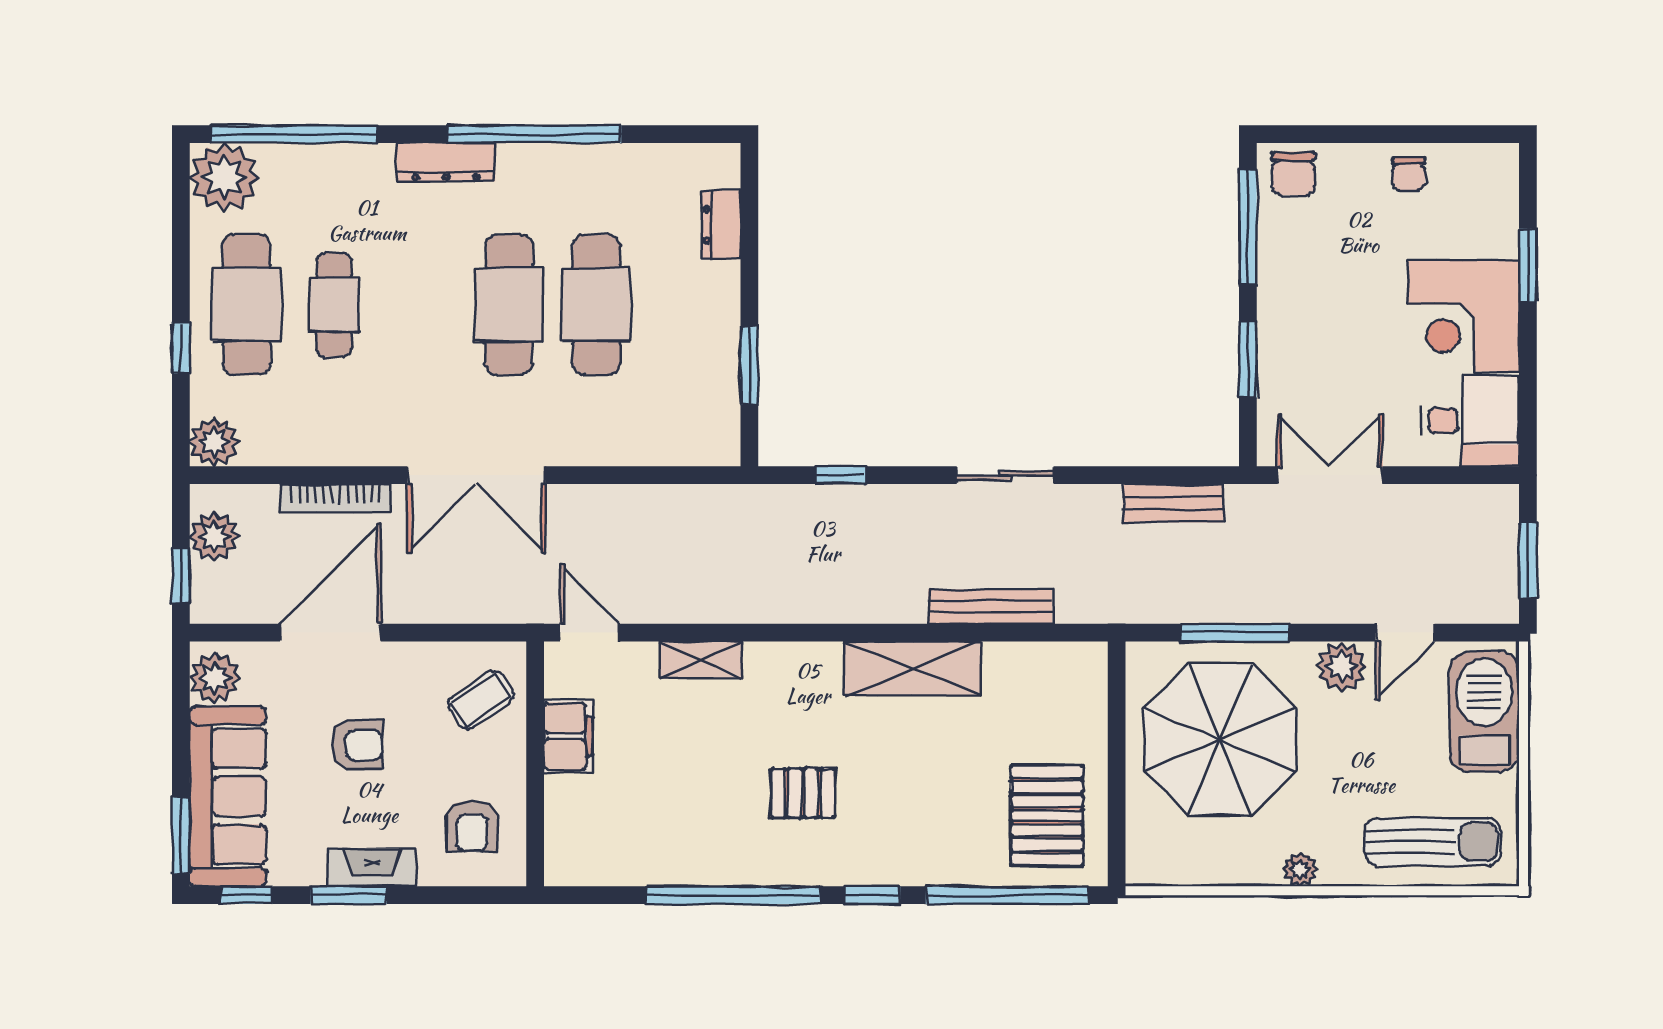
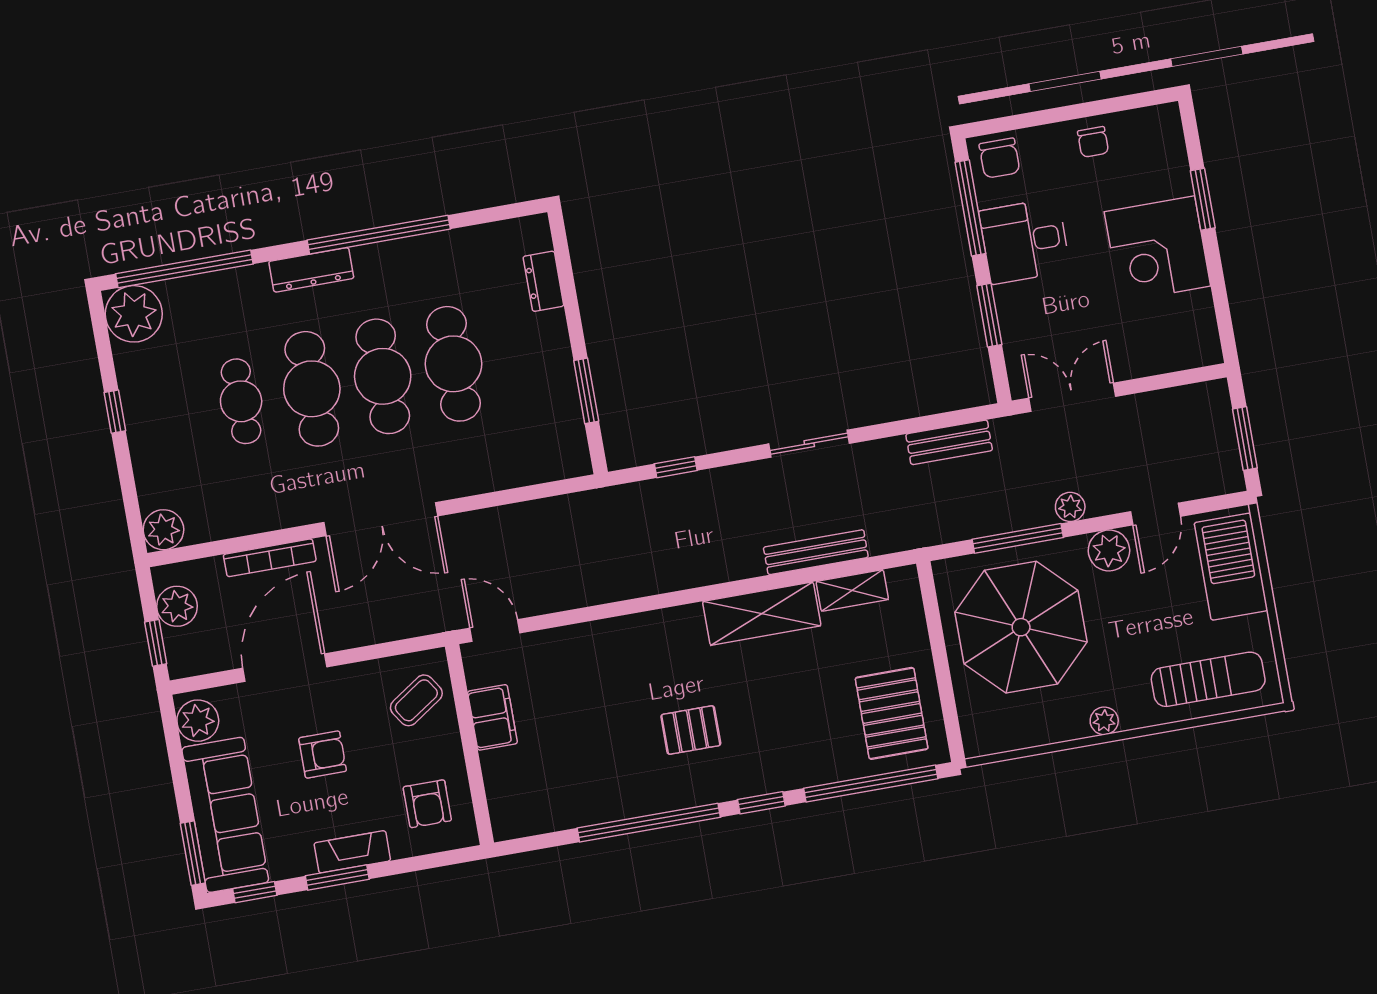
cafe table: (247, 305) -> (312, 389), moved
window: (181, 348) -> (115, 412), moved
desk: (1470, 421) -> (1025, 241), moved, turned 180
plant: (1304, 606) -> (1070, 507), added
shelving: (701, 660) -> (852, 590), moved

